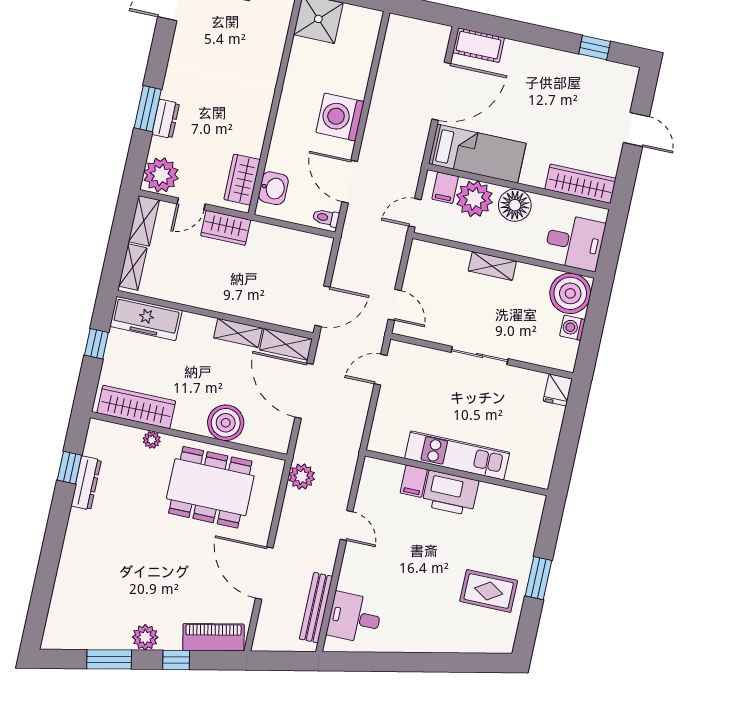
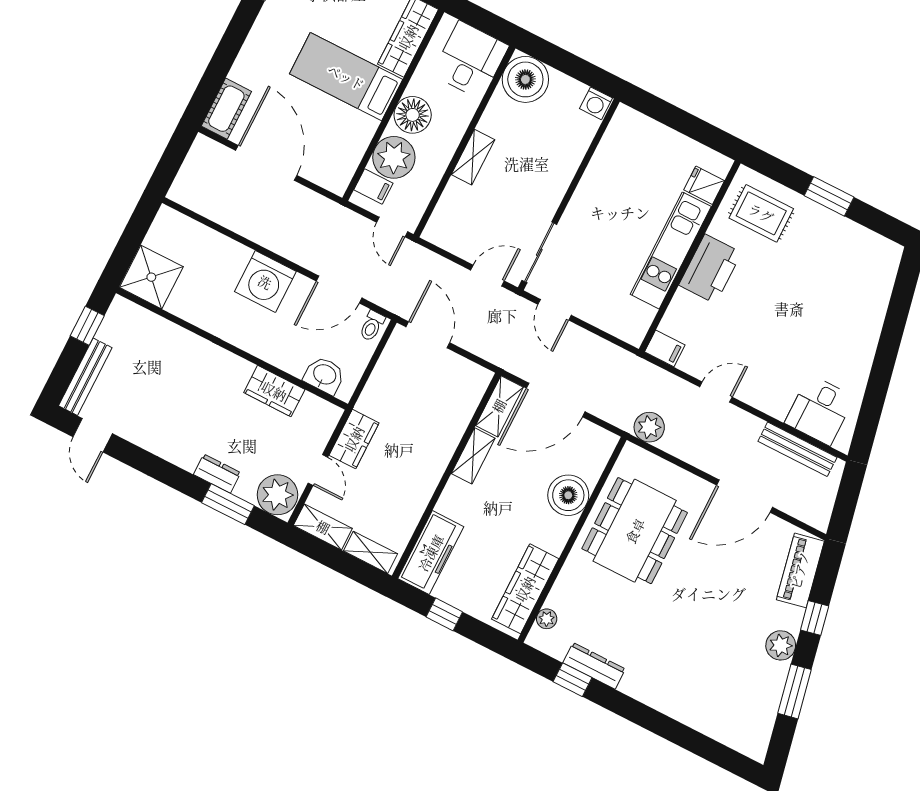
window: (148, 109) -> (228, 504), moved
bed: (477, 154) -> (346, 77), moved, turned -90
wardrobe: (242, 180) -> (274, 391), moved
door: (322, 306) -> (428, 335), moved
washing machine: (572, 328) -> (596, 103), moved
sliding door: (480, 355) -> (539, 252), moved
fridge: (558, 390) -> (704, 185), moved, turned 180
plant: (152, 440) -> (547, 619), moved
filing cabinet: (414, 481) -> (665, 348), moved
rug: (489, 591) -> (761, 213), moved, turned 90

